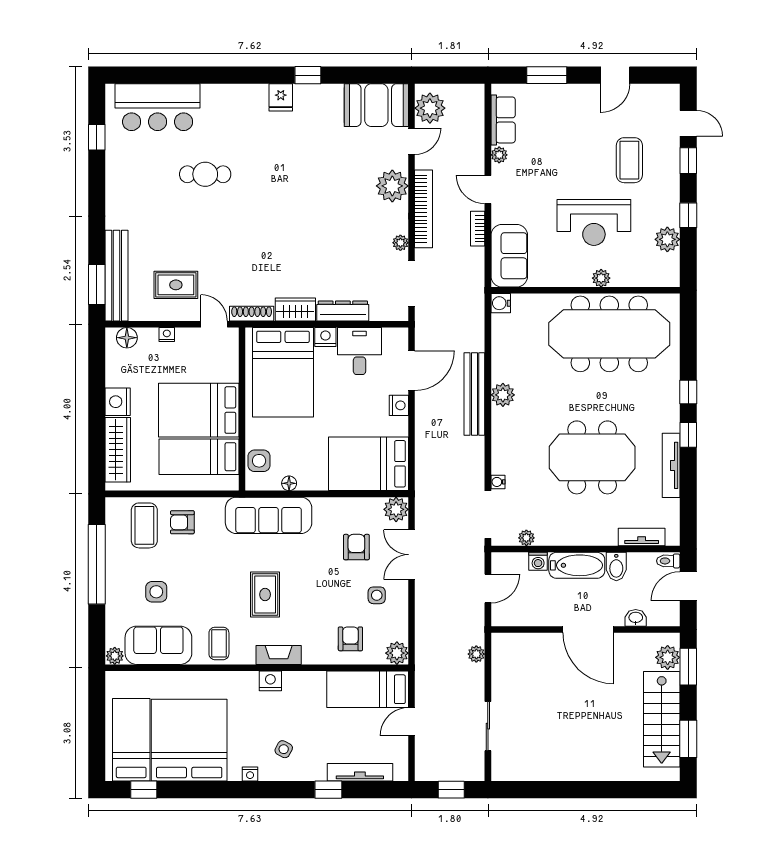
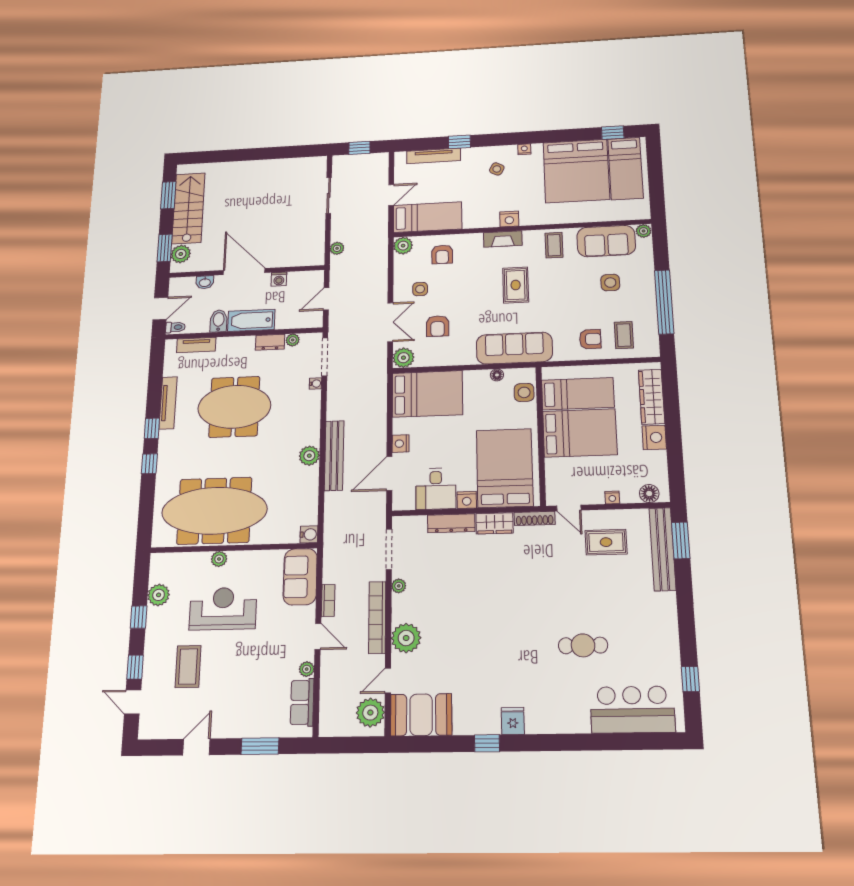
coffee table: (144, 525) -> (624, 335), width x0.73, depth x0.77
dresser: (553, 536) -> (270, 342), added
washing machine: (538, 561) -> (279, 279), moved, turned 180

